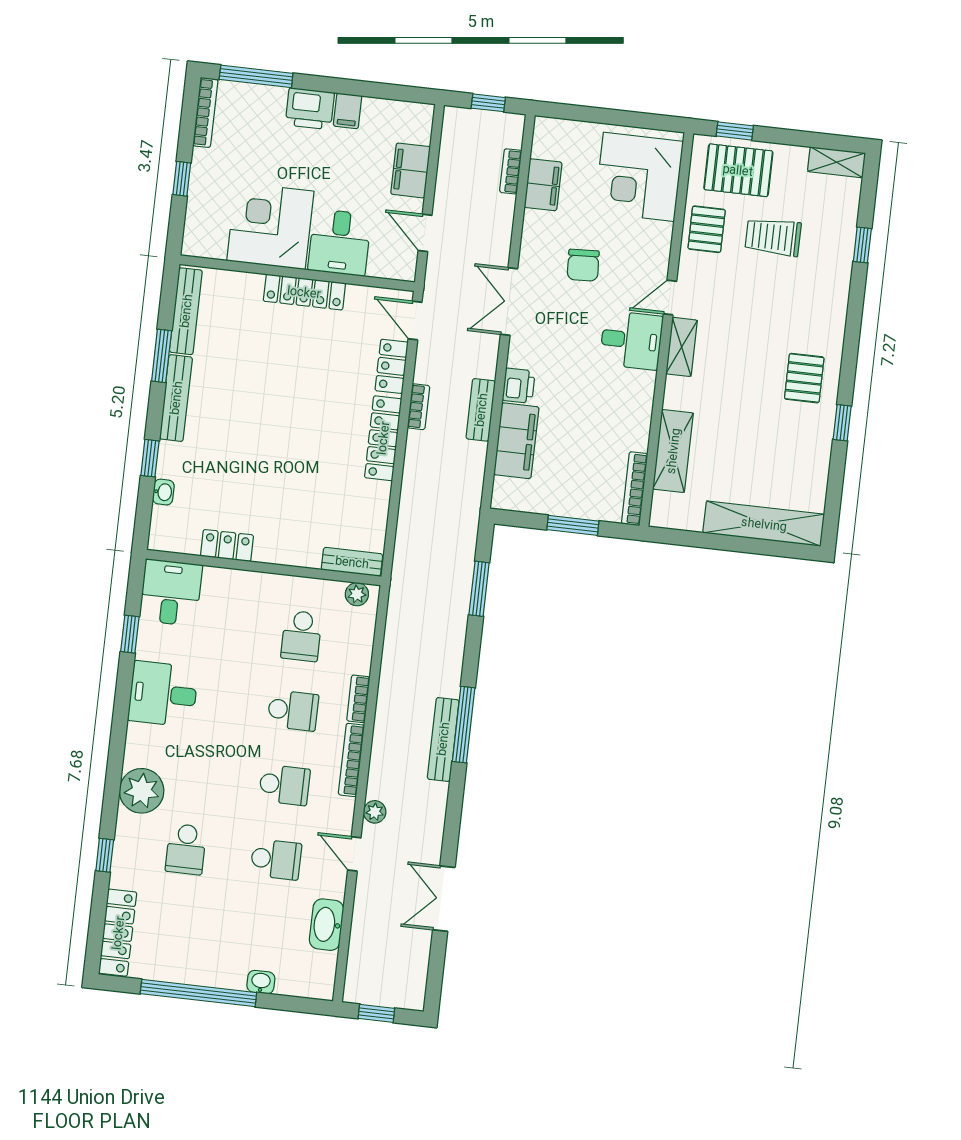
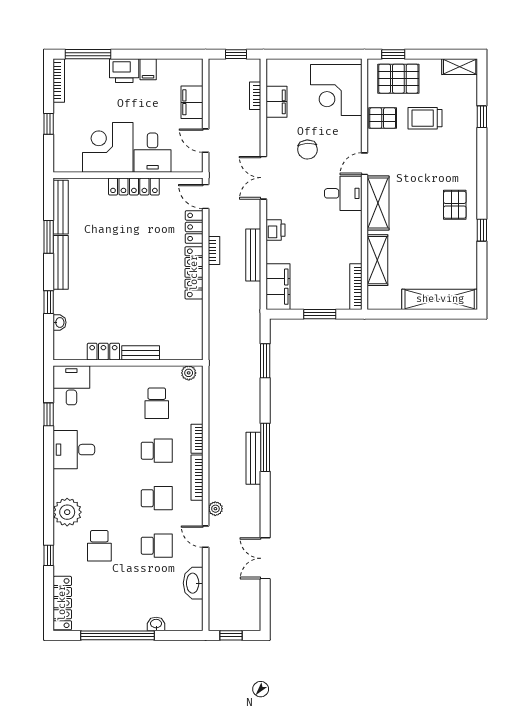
pallet: (707, 229) -> (383, 118), turned 90
shelving: (682, 347) -> (378, 203), width x1.50, depth x1.33
bench: (481, 410) -> (253, 255), width x1.36
filing cabinet: (516, 441) -> (278, 287), moved
bench: (352, 562) -> (141, 353), moved

